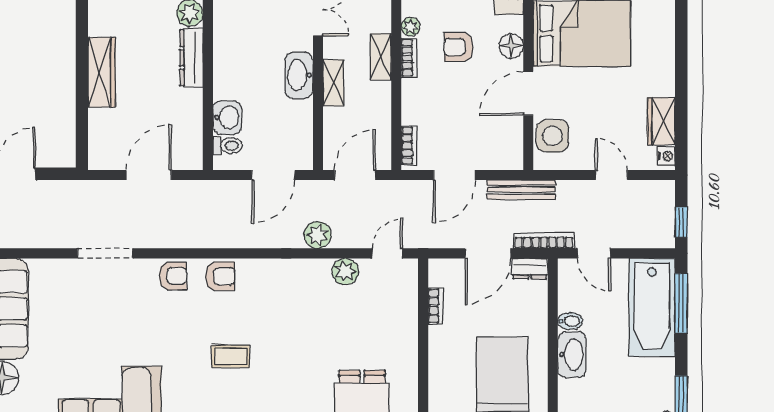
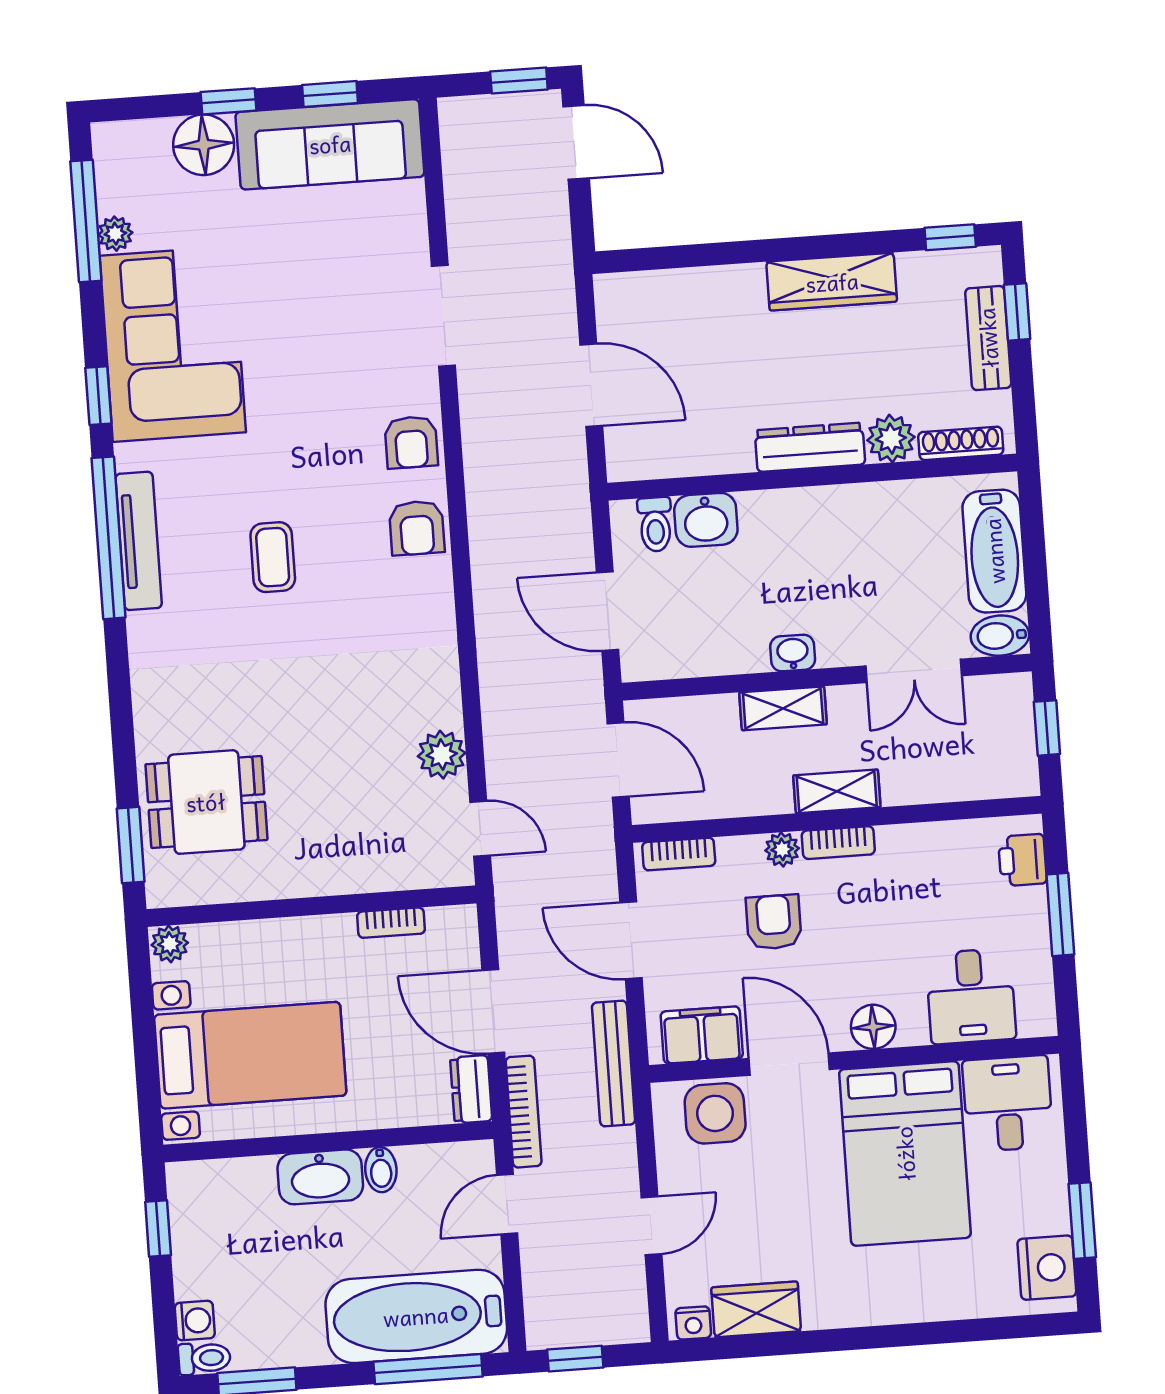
plant: (411, 27) -> (782, 849), moved
armchair: (459, 47) -> (774, 922), moved
wardrobe: (102, 72) -> (832, 282), moved
washbasin: (299, 75) -> (793, 653), width x0.52, depth x0.69
filing cabinet: (509, 140) -> (702, 1035), added
plant: (318, 235) -> (504, 700), removed

